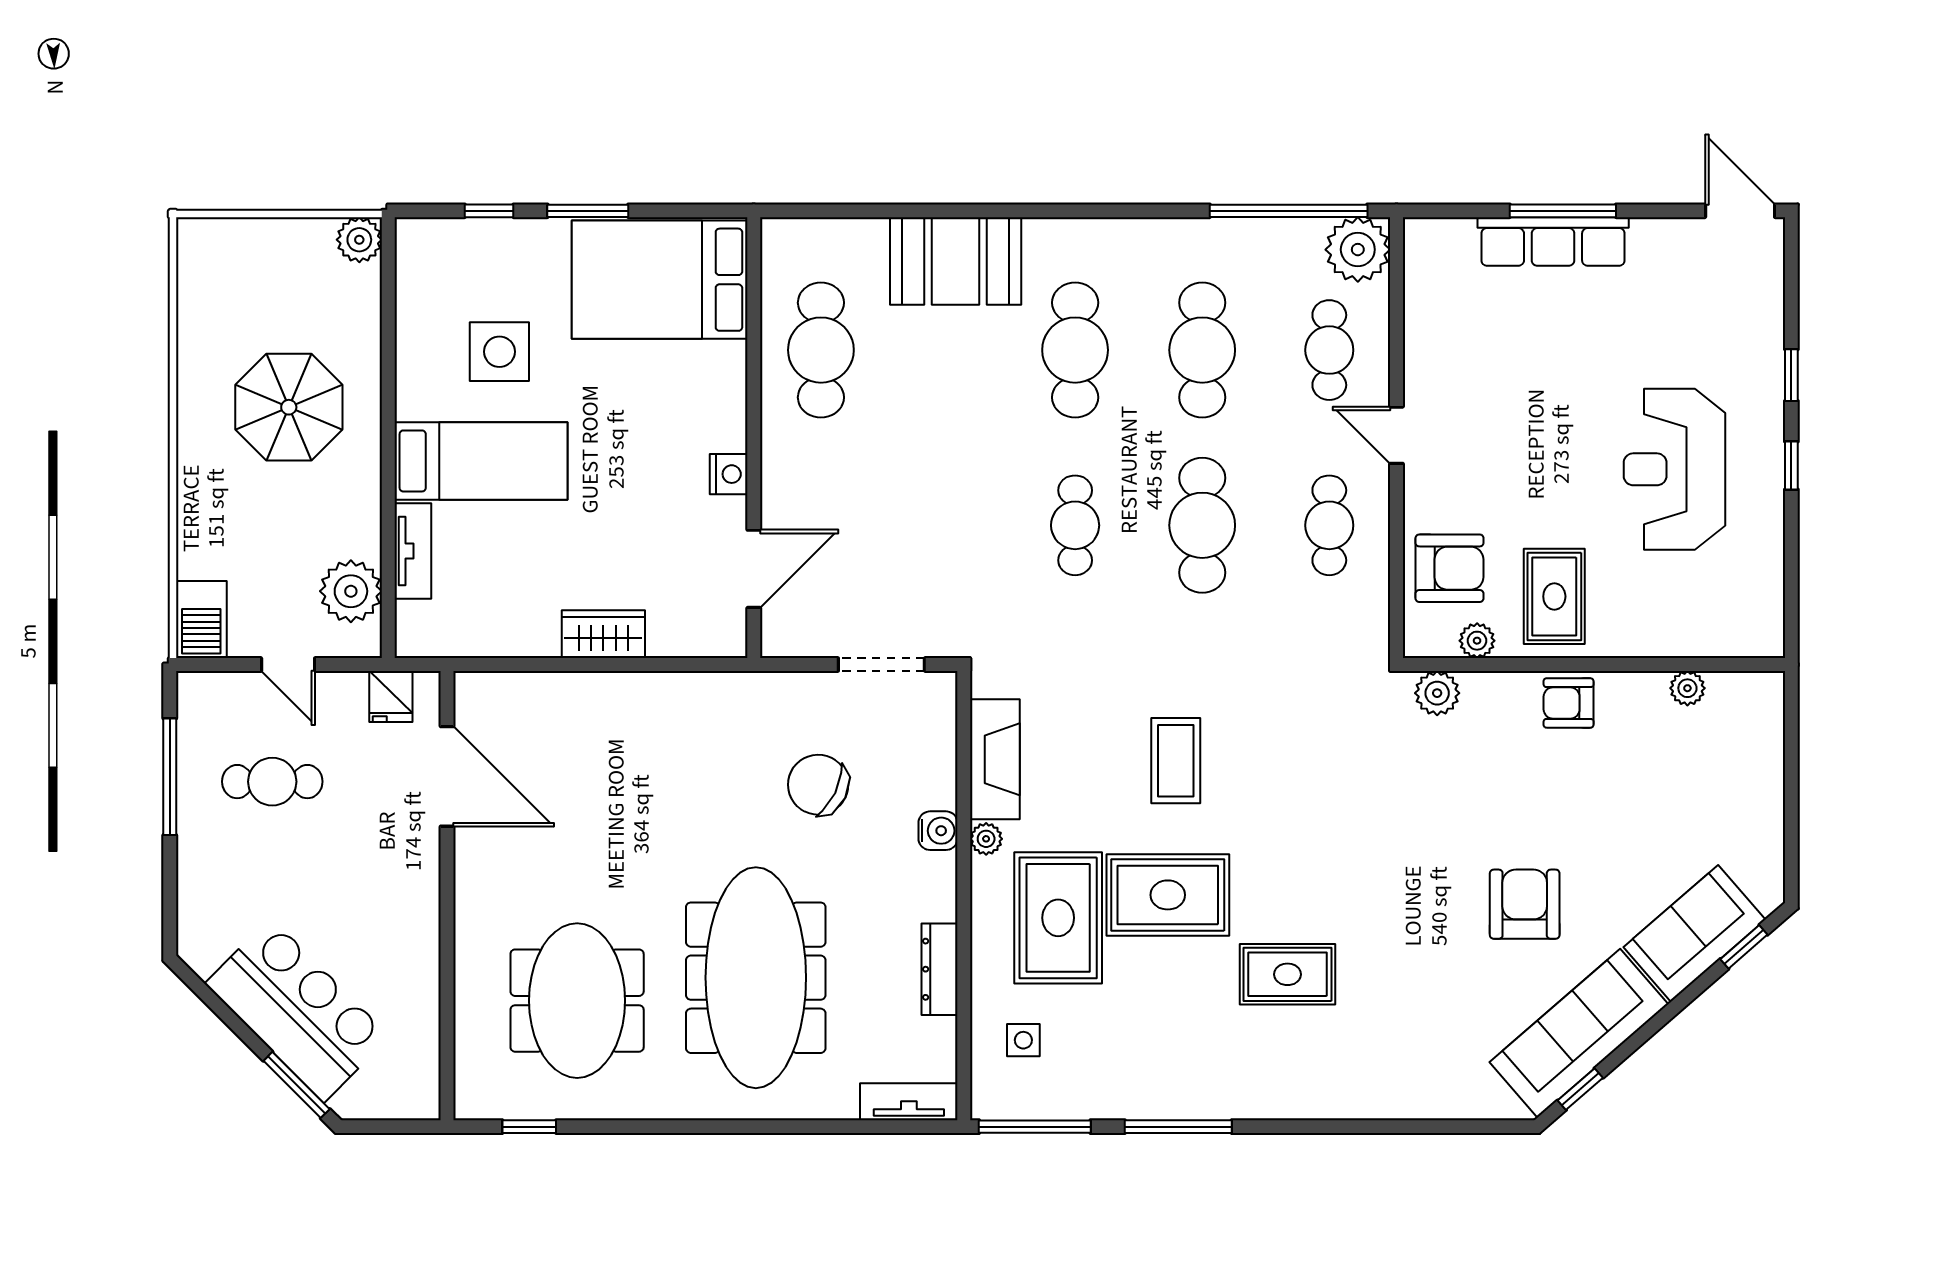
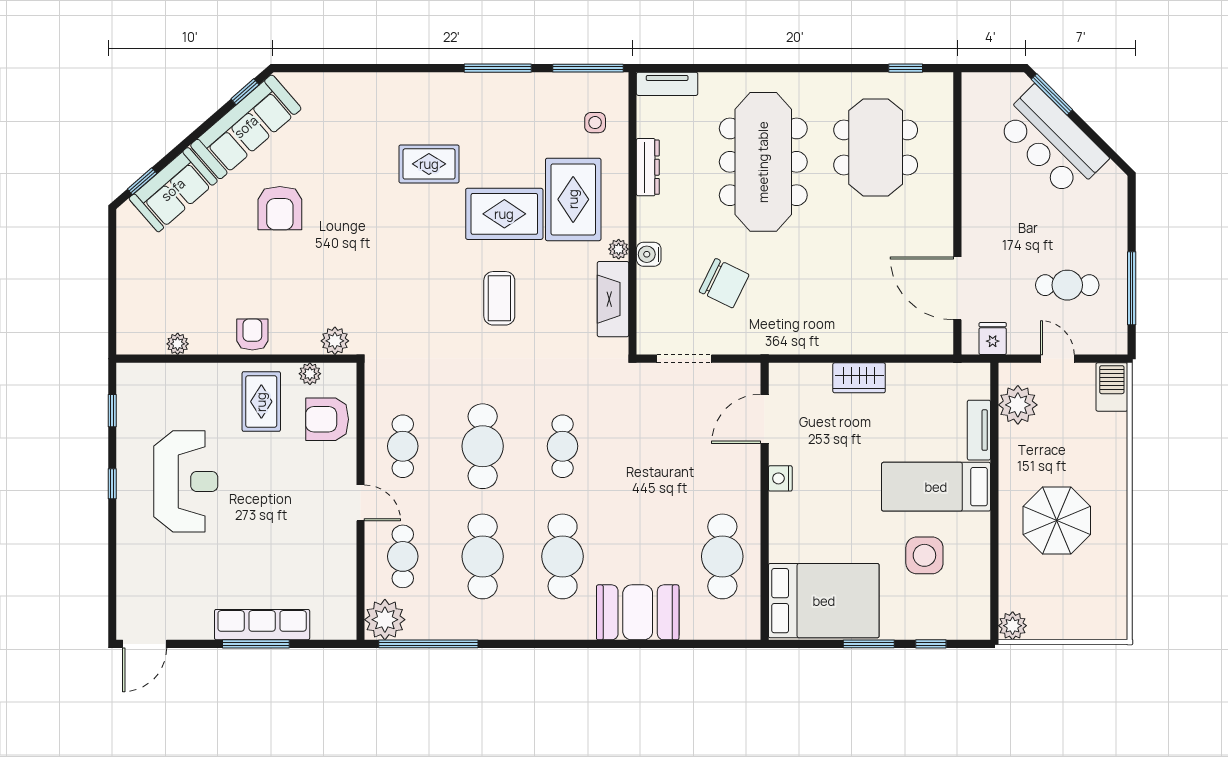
door: (1740, 211) -> (145, 644), hinge flipped
window: (1791, 375) -> (112, 411), moved
armchair: (1569, 703) -> (252, 335), turned -90

